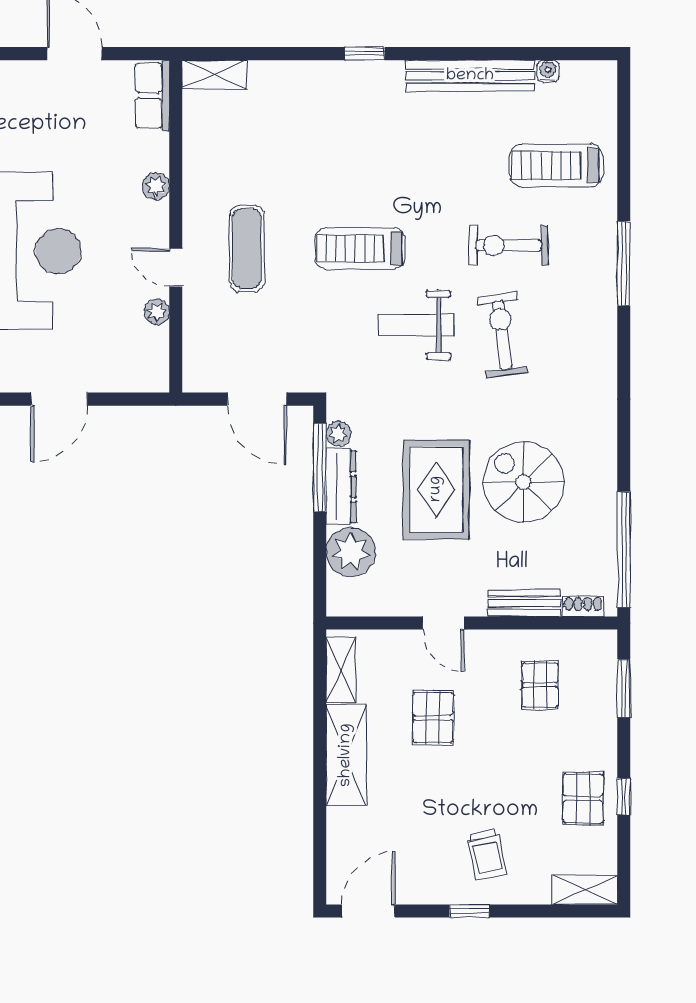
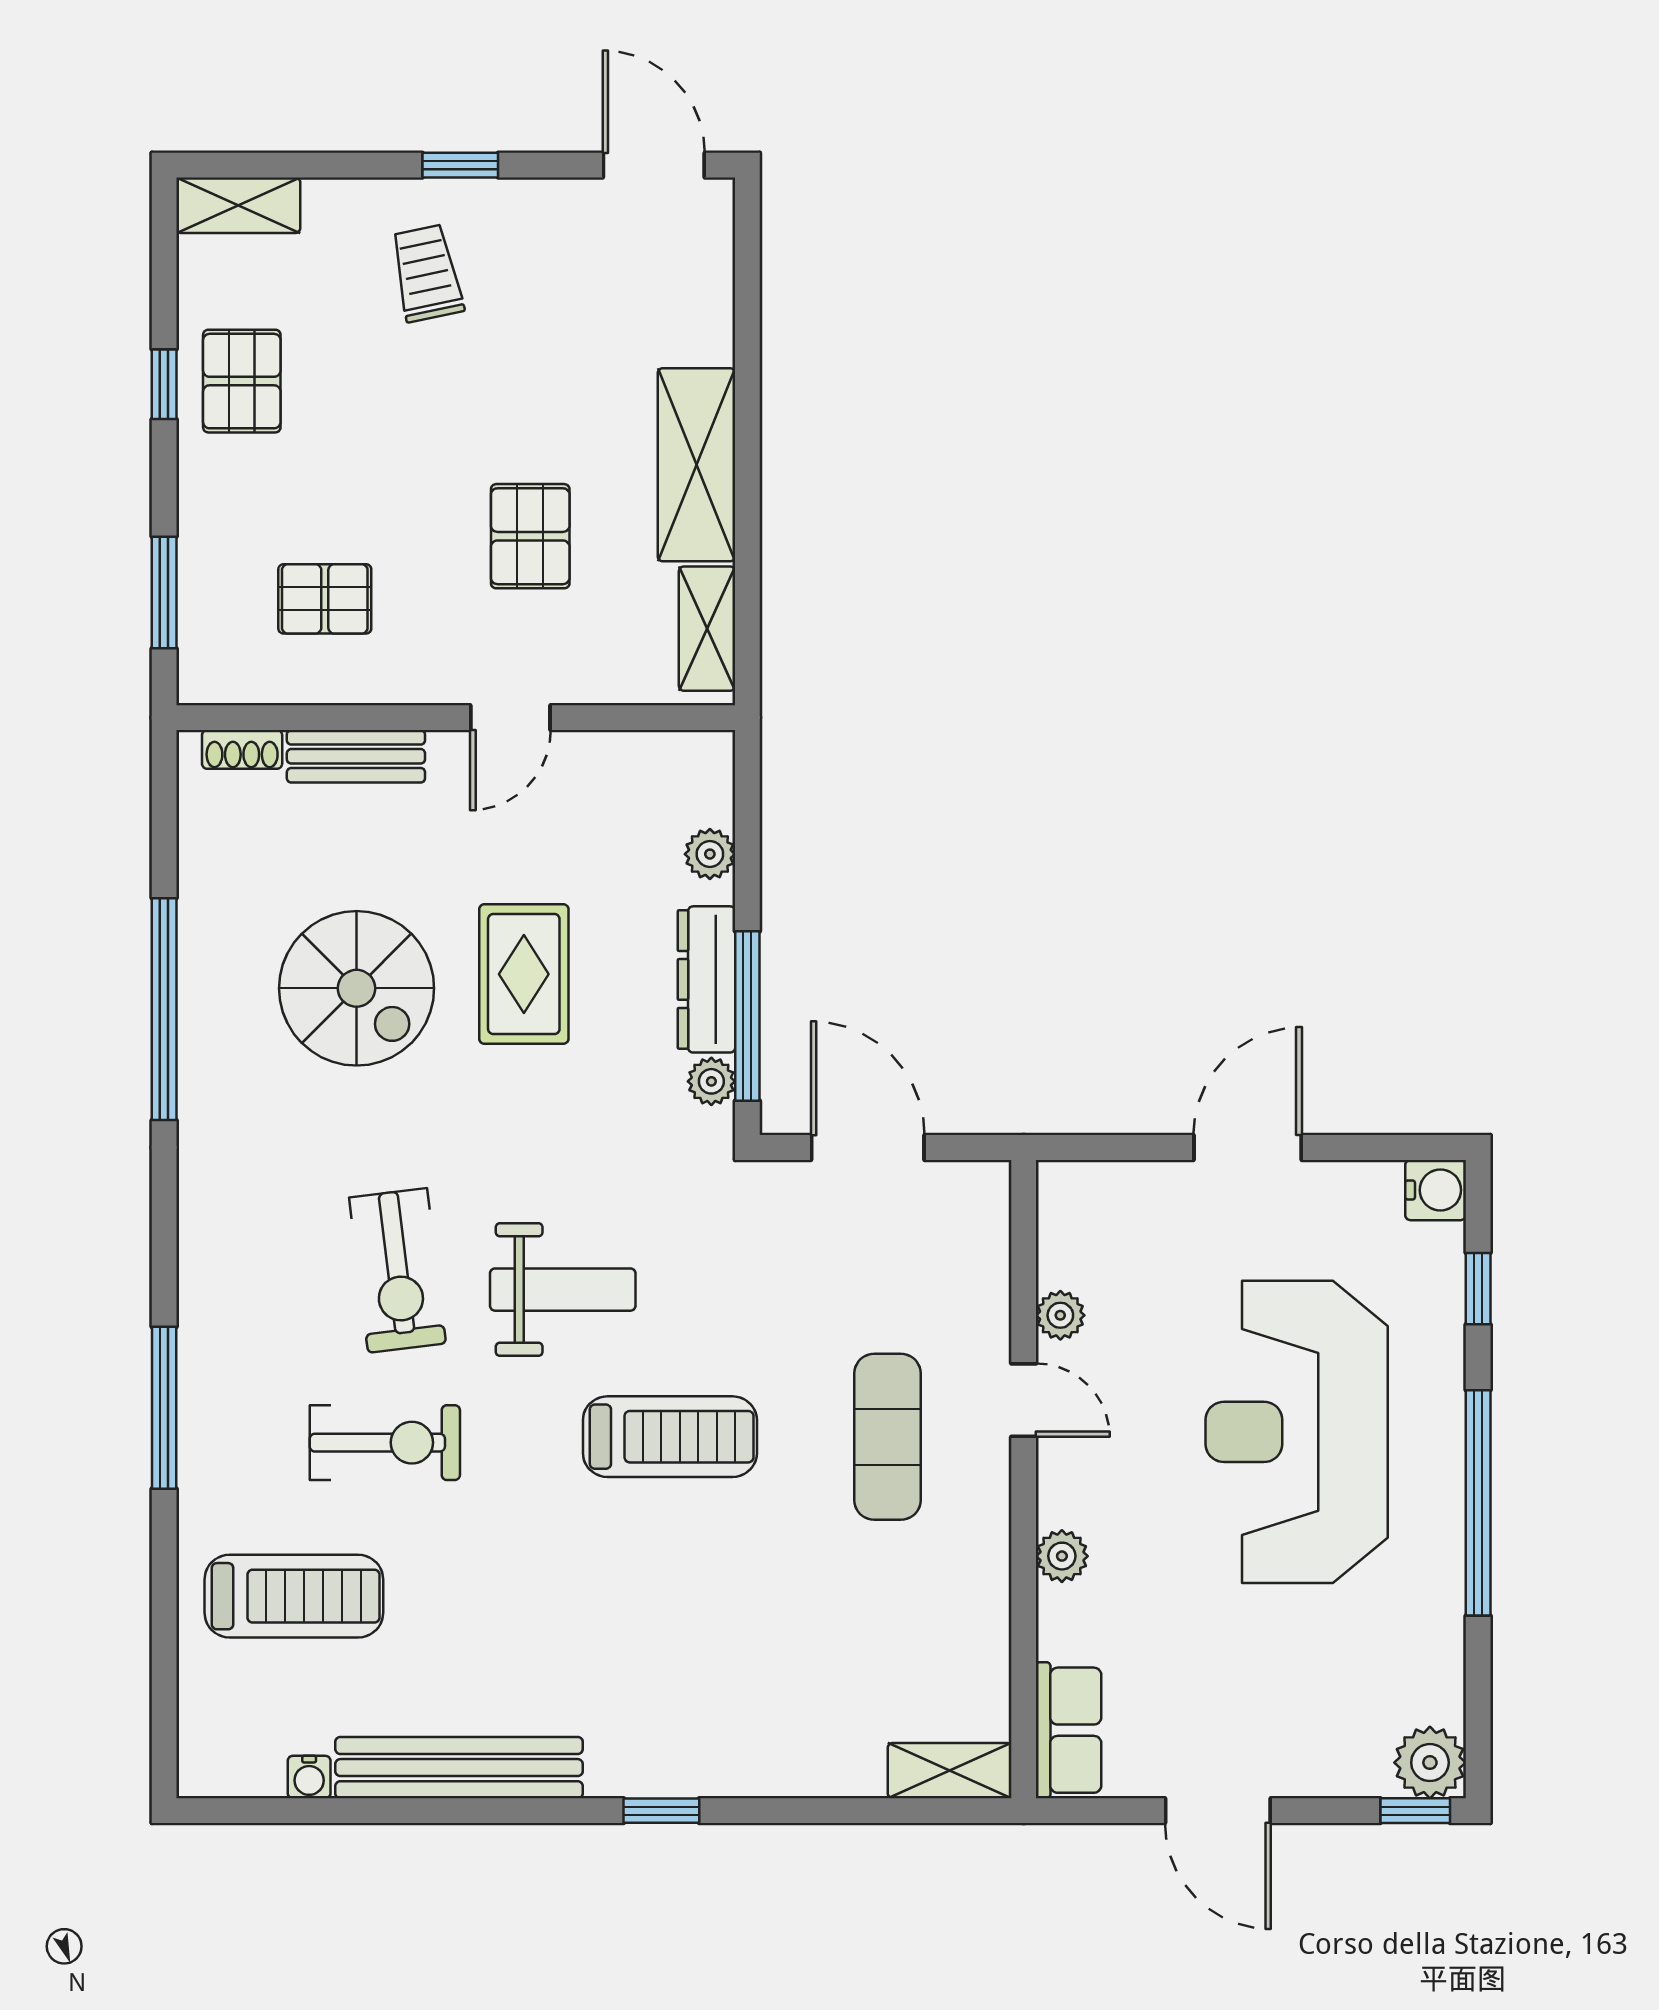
rug: (436, 489) -> (524, 974), width x0.73, depth x0.70
window: (624, 550) -> (164, 1009), moved
plant: (351, 552) -> (710, 854), width x0.53, depth x0.53
door: (443, 623) -> (510, 718), swing flipped
pallet: (540, 685) -> (325, 599), turned 90
door: (369, 911) -> (654, 165), swing flipped

